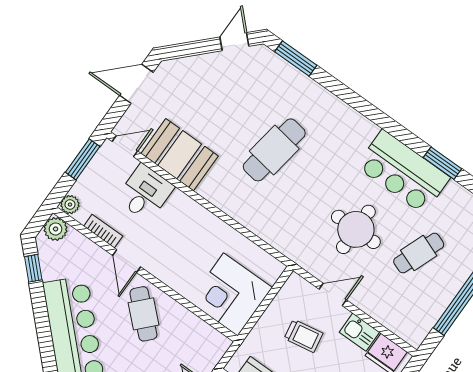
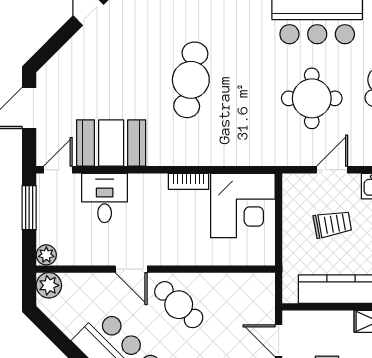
bookcase: (103, 231) -> (189, 181), moved, turned 180
window: (33, 268) -> (54, 334), removed
corner desk: (231, 294) -> (243, 206), moved, turned -90

